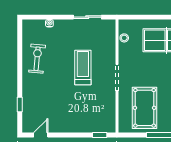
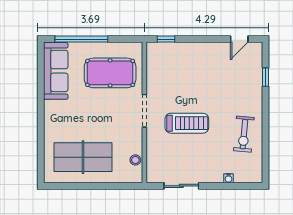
treadmill: (83, 67) -> (187, 123), turned -90
pool table: (145, 108) -> (110, 73), turned 90

